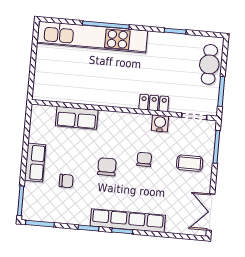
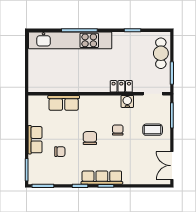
row of seats: (128, 221) -> (102, 178), width x0.73

